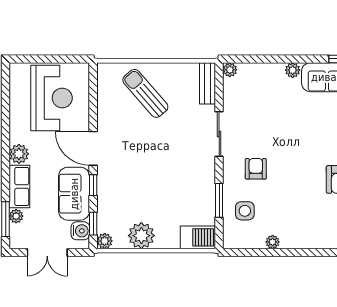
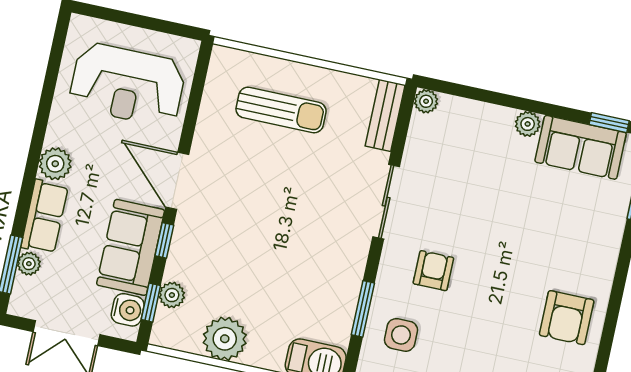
sun lounger: (145, 93) -> (281, 110), turned 131
reception desk: (51, 98) -> (127, 85), turned 90
plant: (105, 241) -> (172, 295), moved

